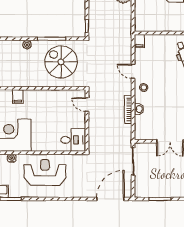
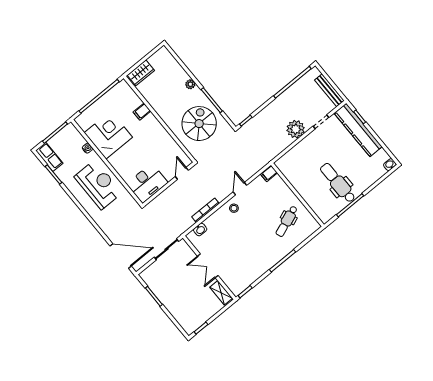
washbasin: (139, 109) -> (200, 230), moved
desk: (73, 140) -> (147, 183), width x1.37

